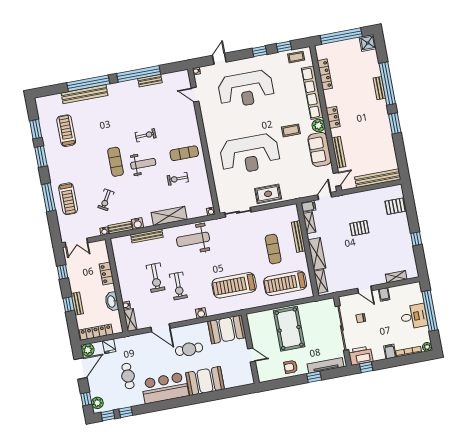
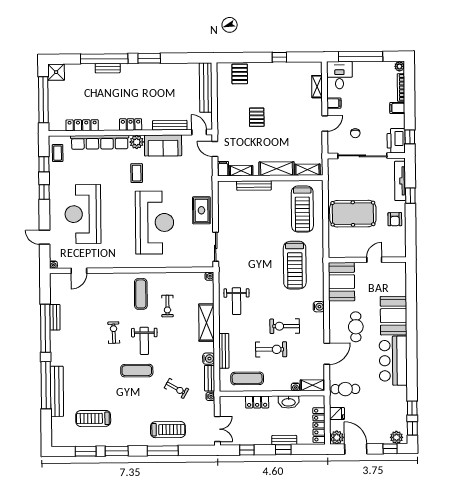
reception desk: (246, 89) -> (83, 214), turned 180
weight bench: (143, 164) -> (144, 341), turned 180
weight bench: (193, 239) -> (237, 301), width x0.73, depth x0.75
exercise mat: (273, 249) -> (247, 378), moved
exercise bike: (178, 286) -> (285, 326), turned 180
desk: (414, 316) -> (339, 75), moved
cafe table: (128, 376) -> (345, 389), moved

